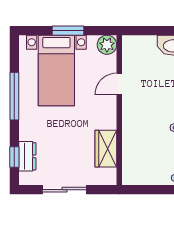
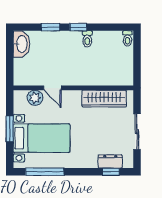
plant: (107, 45) -> (35, 98), moved
window: (14, 96) -> (45, 172), moved
wardrobe: (106, 149) -> (104, 99), width x1.50

